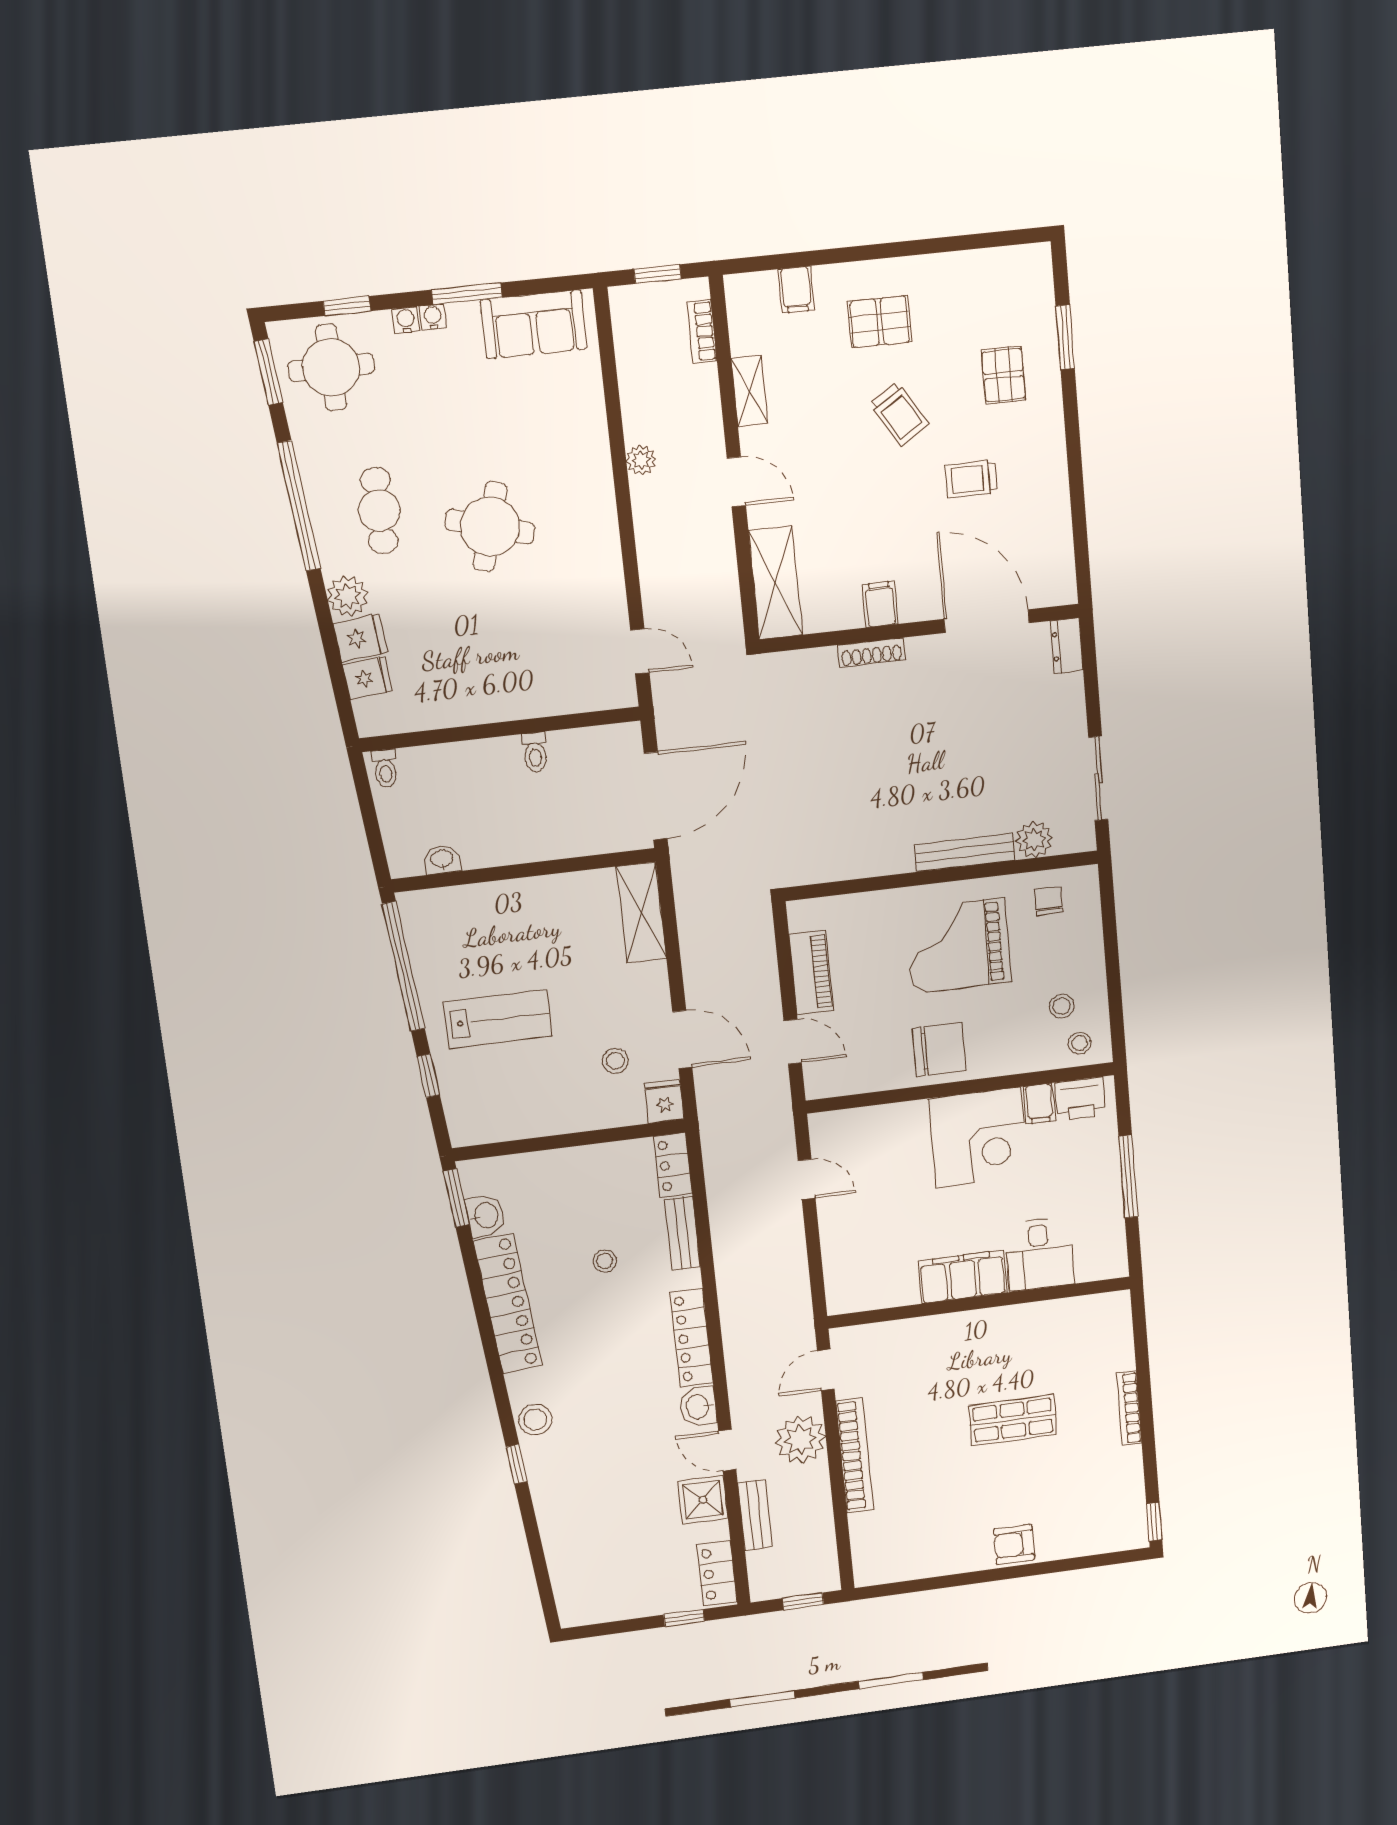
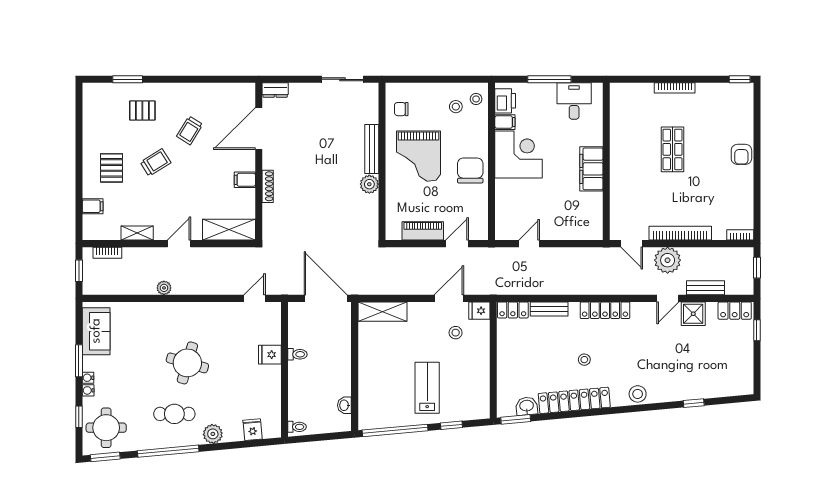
trolley: (971, 479) -> (190, 130), turned 32
fridge: (360, 638) -> (270, 355), moved, turned -85
plant: (1034, 840) -> (369, 184), moved
desk: (1039, 1254) -> (574, 101), moved, turned -90
stool: (605, 1261) -> (584, 360), moved
washbasin: (698, 1407) -> (642, 311), removed
window: (517, 1464) -> (694, 403), moved
bookcase: (862, 1563) -> (740, 235), added

